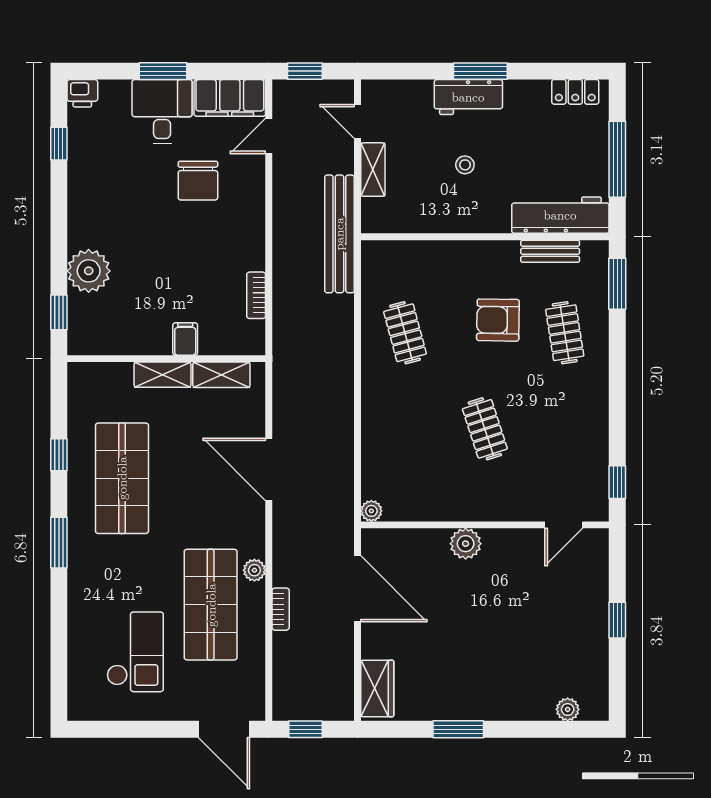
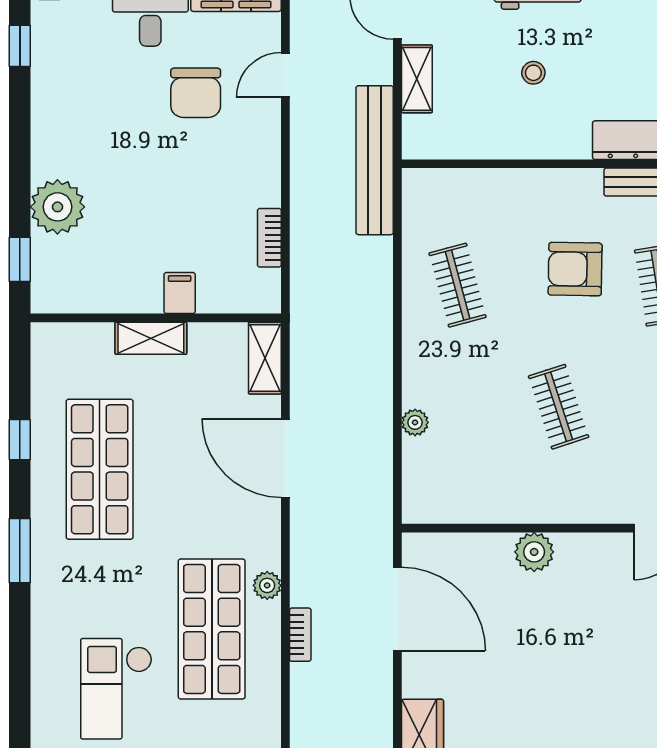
door: (269, 136) -> (285, 75), moved
shelving: (221, 375) -> (265, 358), moved, turned 90
plant: (371, 511) -> (415, 422), moved
checkout: (135, 652) -> (116, 689), turned 180

